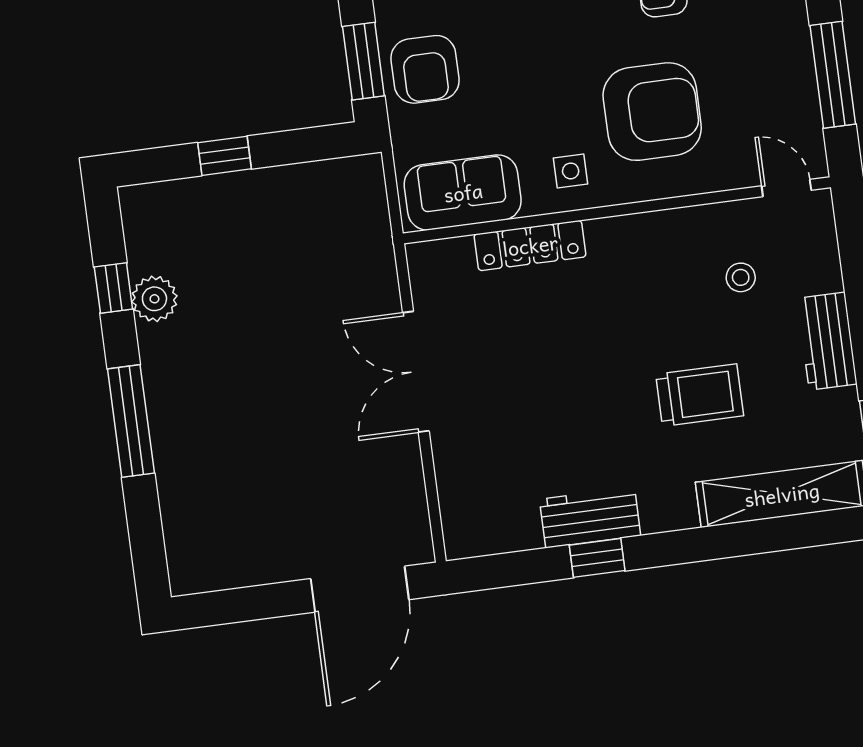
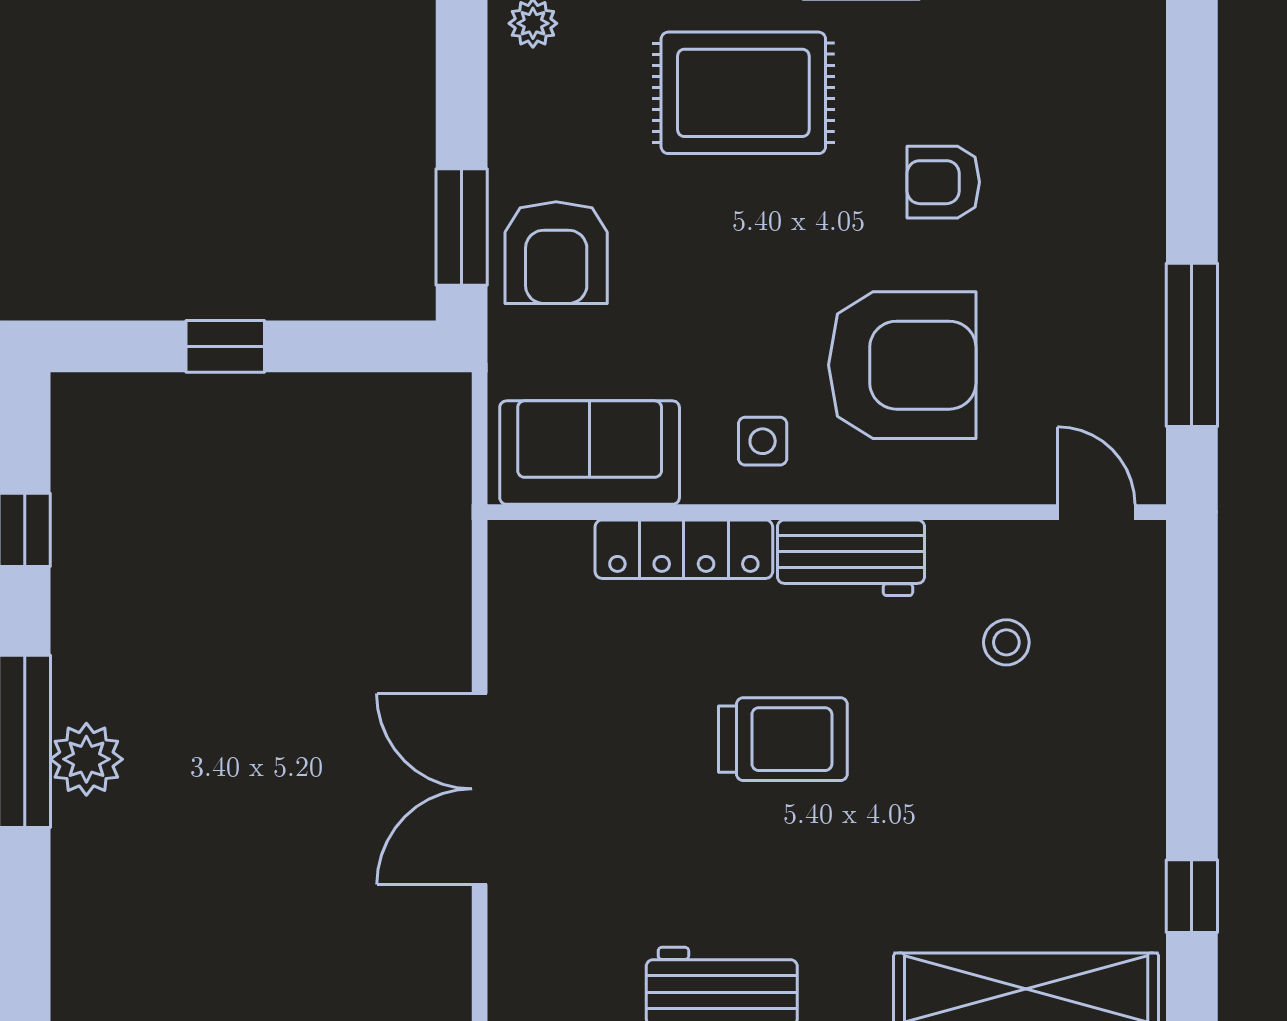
plant: (154, 299) -> (86, 759), moved
workbench: (827, 341) -> (851, 558), moved, turned -90
double door: (416, 372) -> (480, 789), moved
trolley: (700, 395) -> (783, 739), moved

